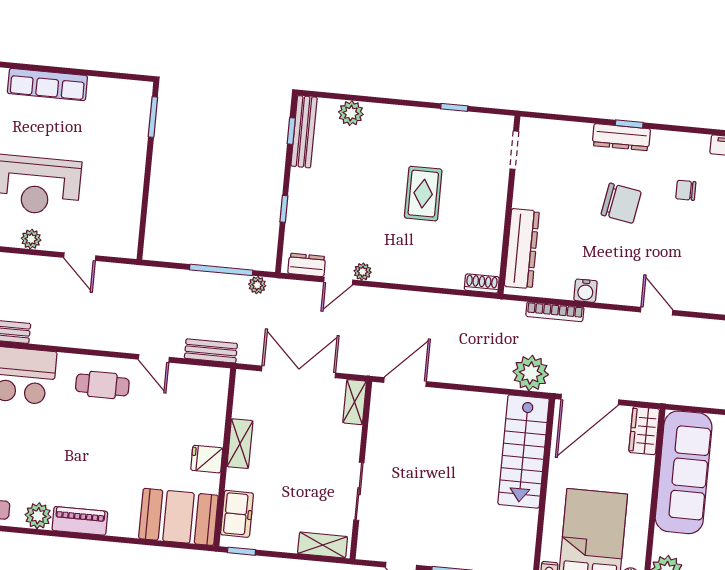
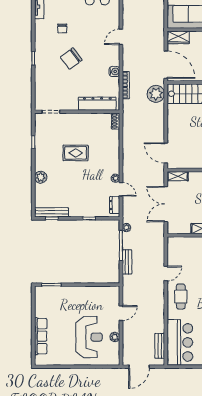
plant: (351, 113) -> (41, 177), moved
dresser: (621, 137) -> (40, 61), removed
chair: (621, 203) -> (71, 59), turned -137
bench: (211, 351) -> (127, 262), moved

